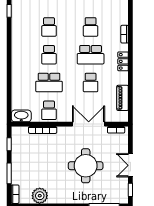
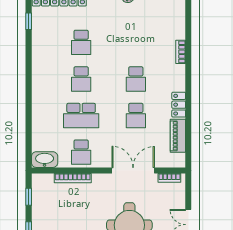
school desk: (91, 27) -> (136, 42), removed
school desk: (91, 55) -> (136, 79), width x0.54
locker: (123, 61) -> (179, 105), moved

